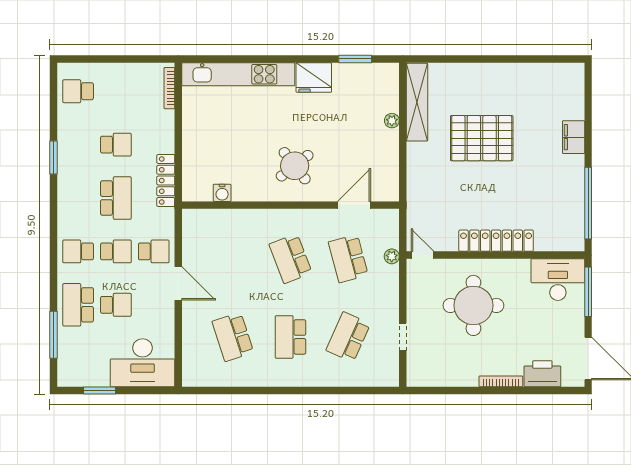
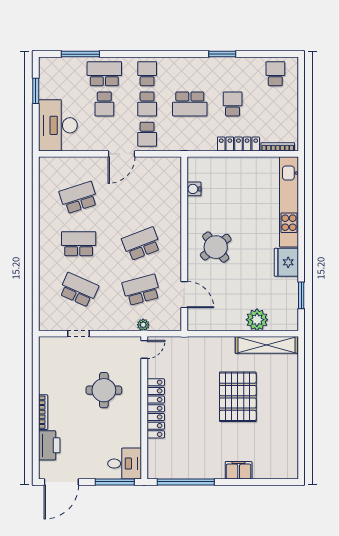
plant: (392, 121) -> (257, 320), width x1.88, depth x1.88
school desk: (116, 145) -> (233, 104), turned 180
locker: (166, 181) -> (238, 144), moved
desk: (558, 280) -> (125, 464), width x0.73
round table: (473, 305) -> (104, 390), width x0.73, depth x0.73

